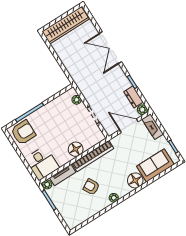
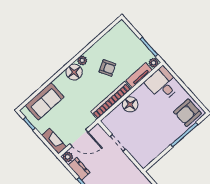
plant: (77, 100) -> (138, 156), removed
floor lamp: (135, 180) -> (74, 72), moved

